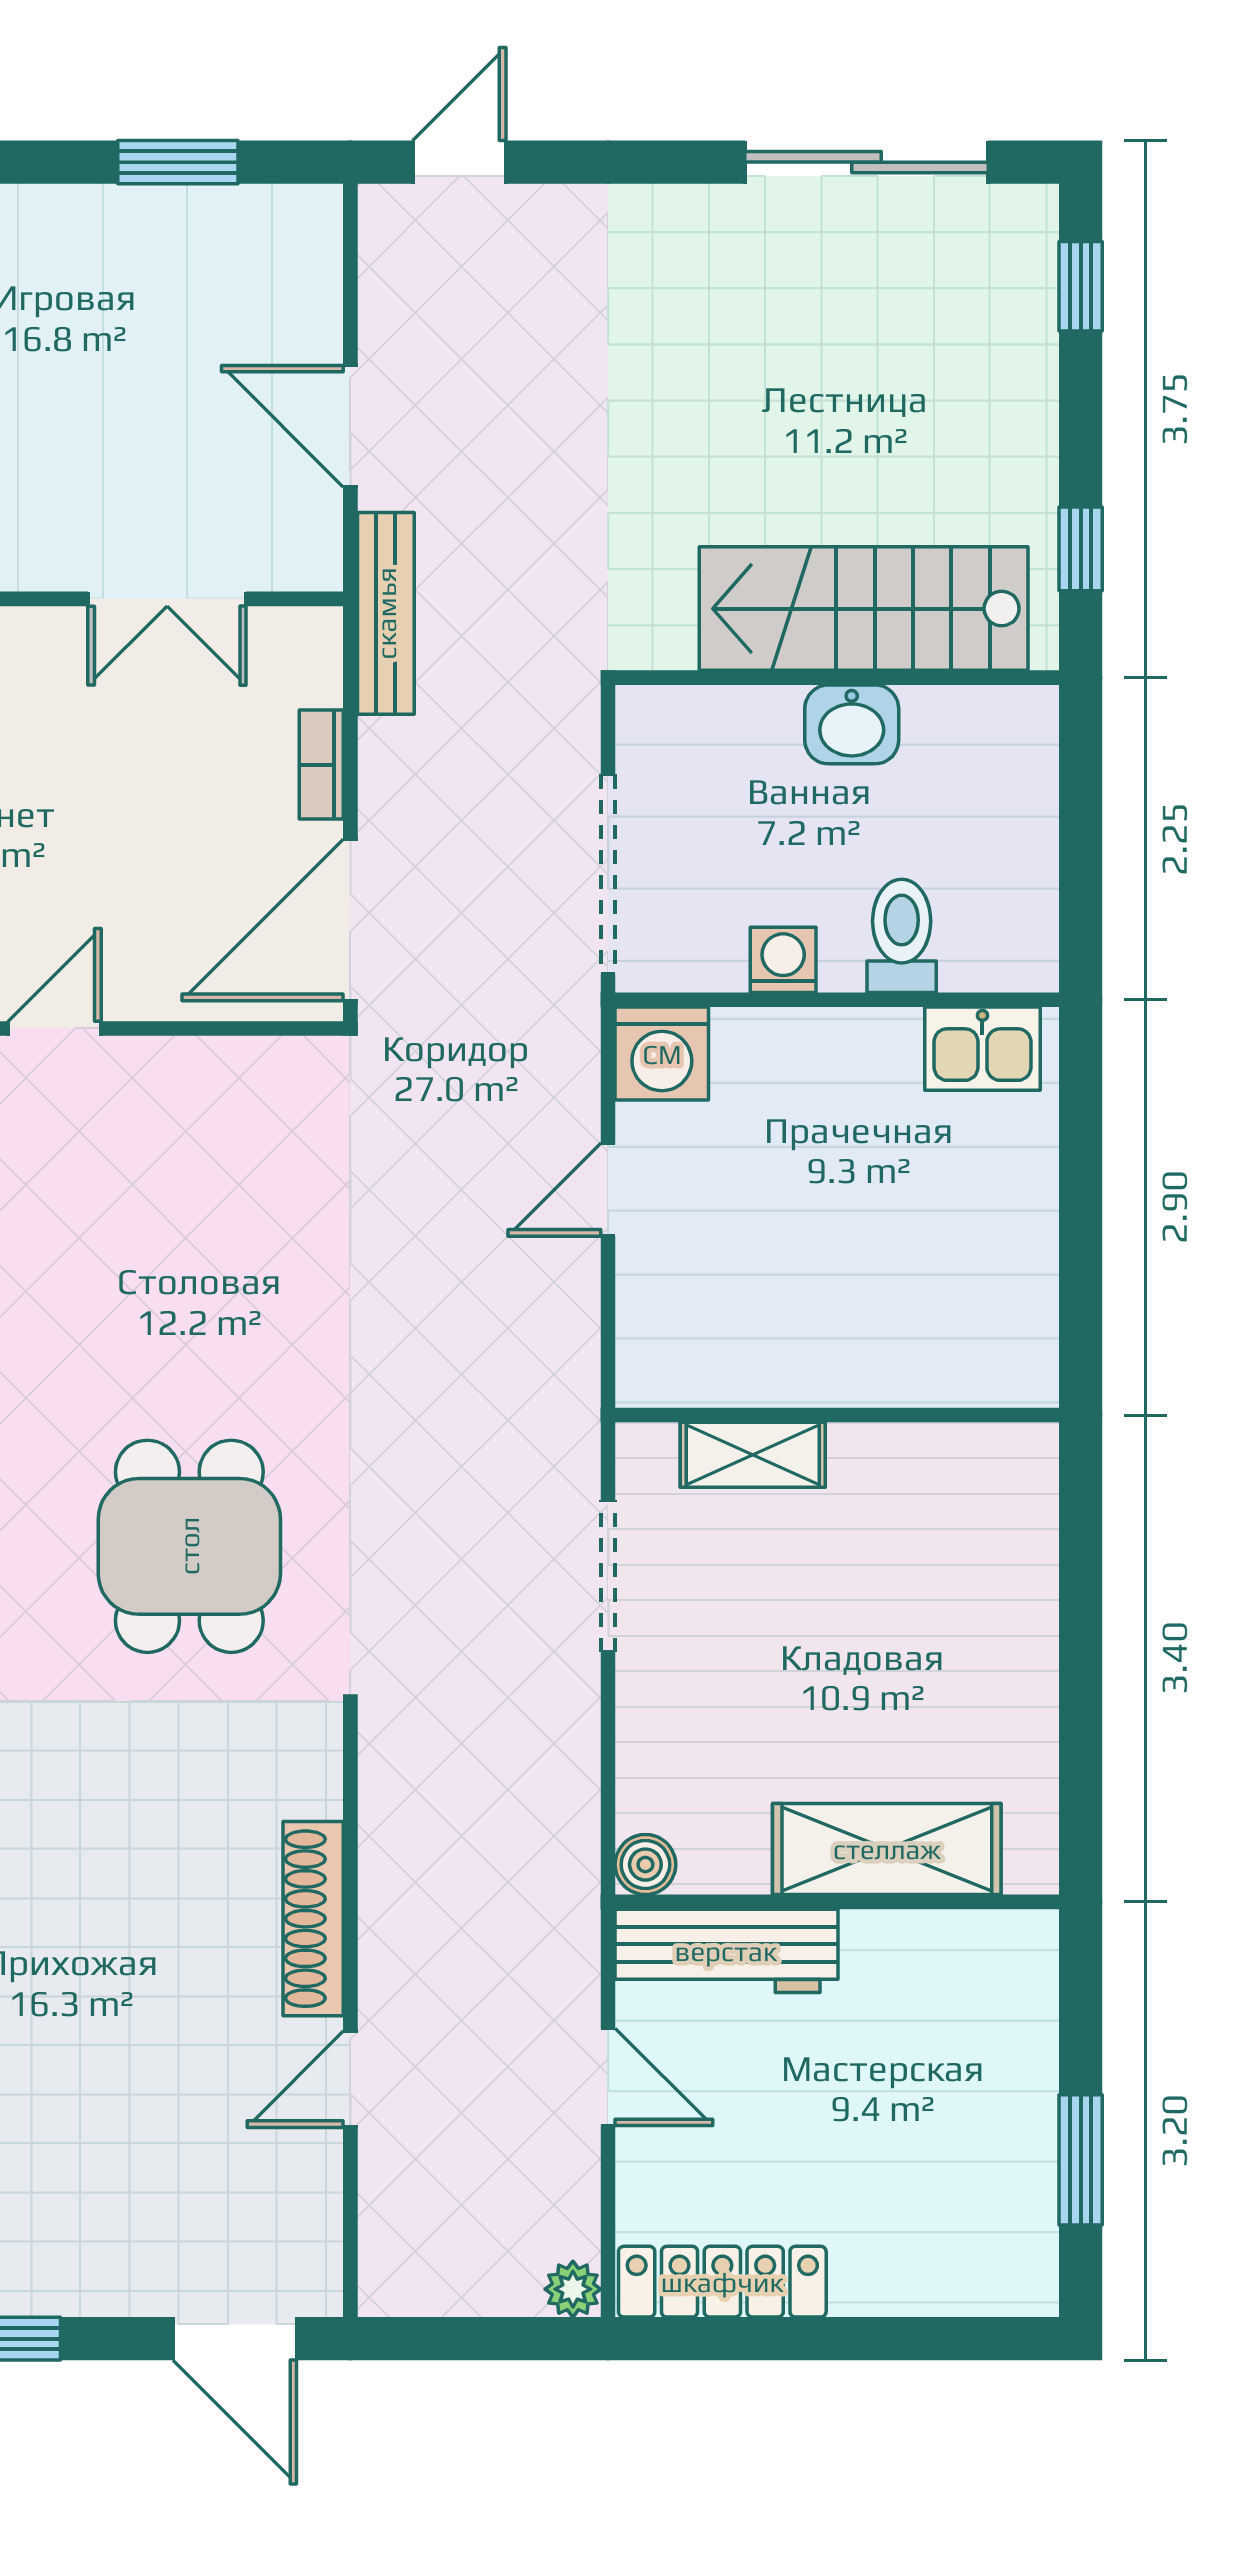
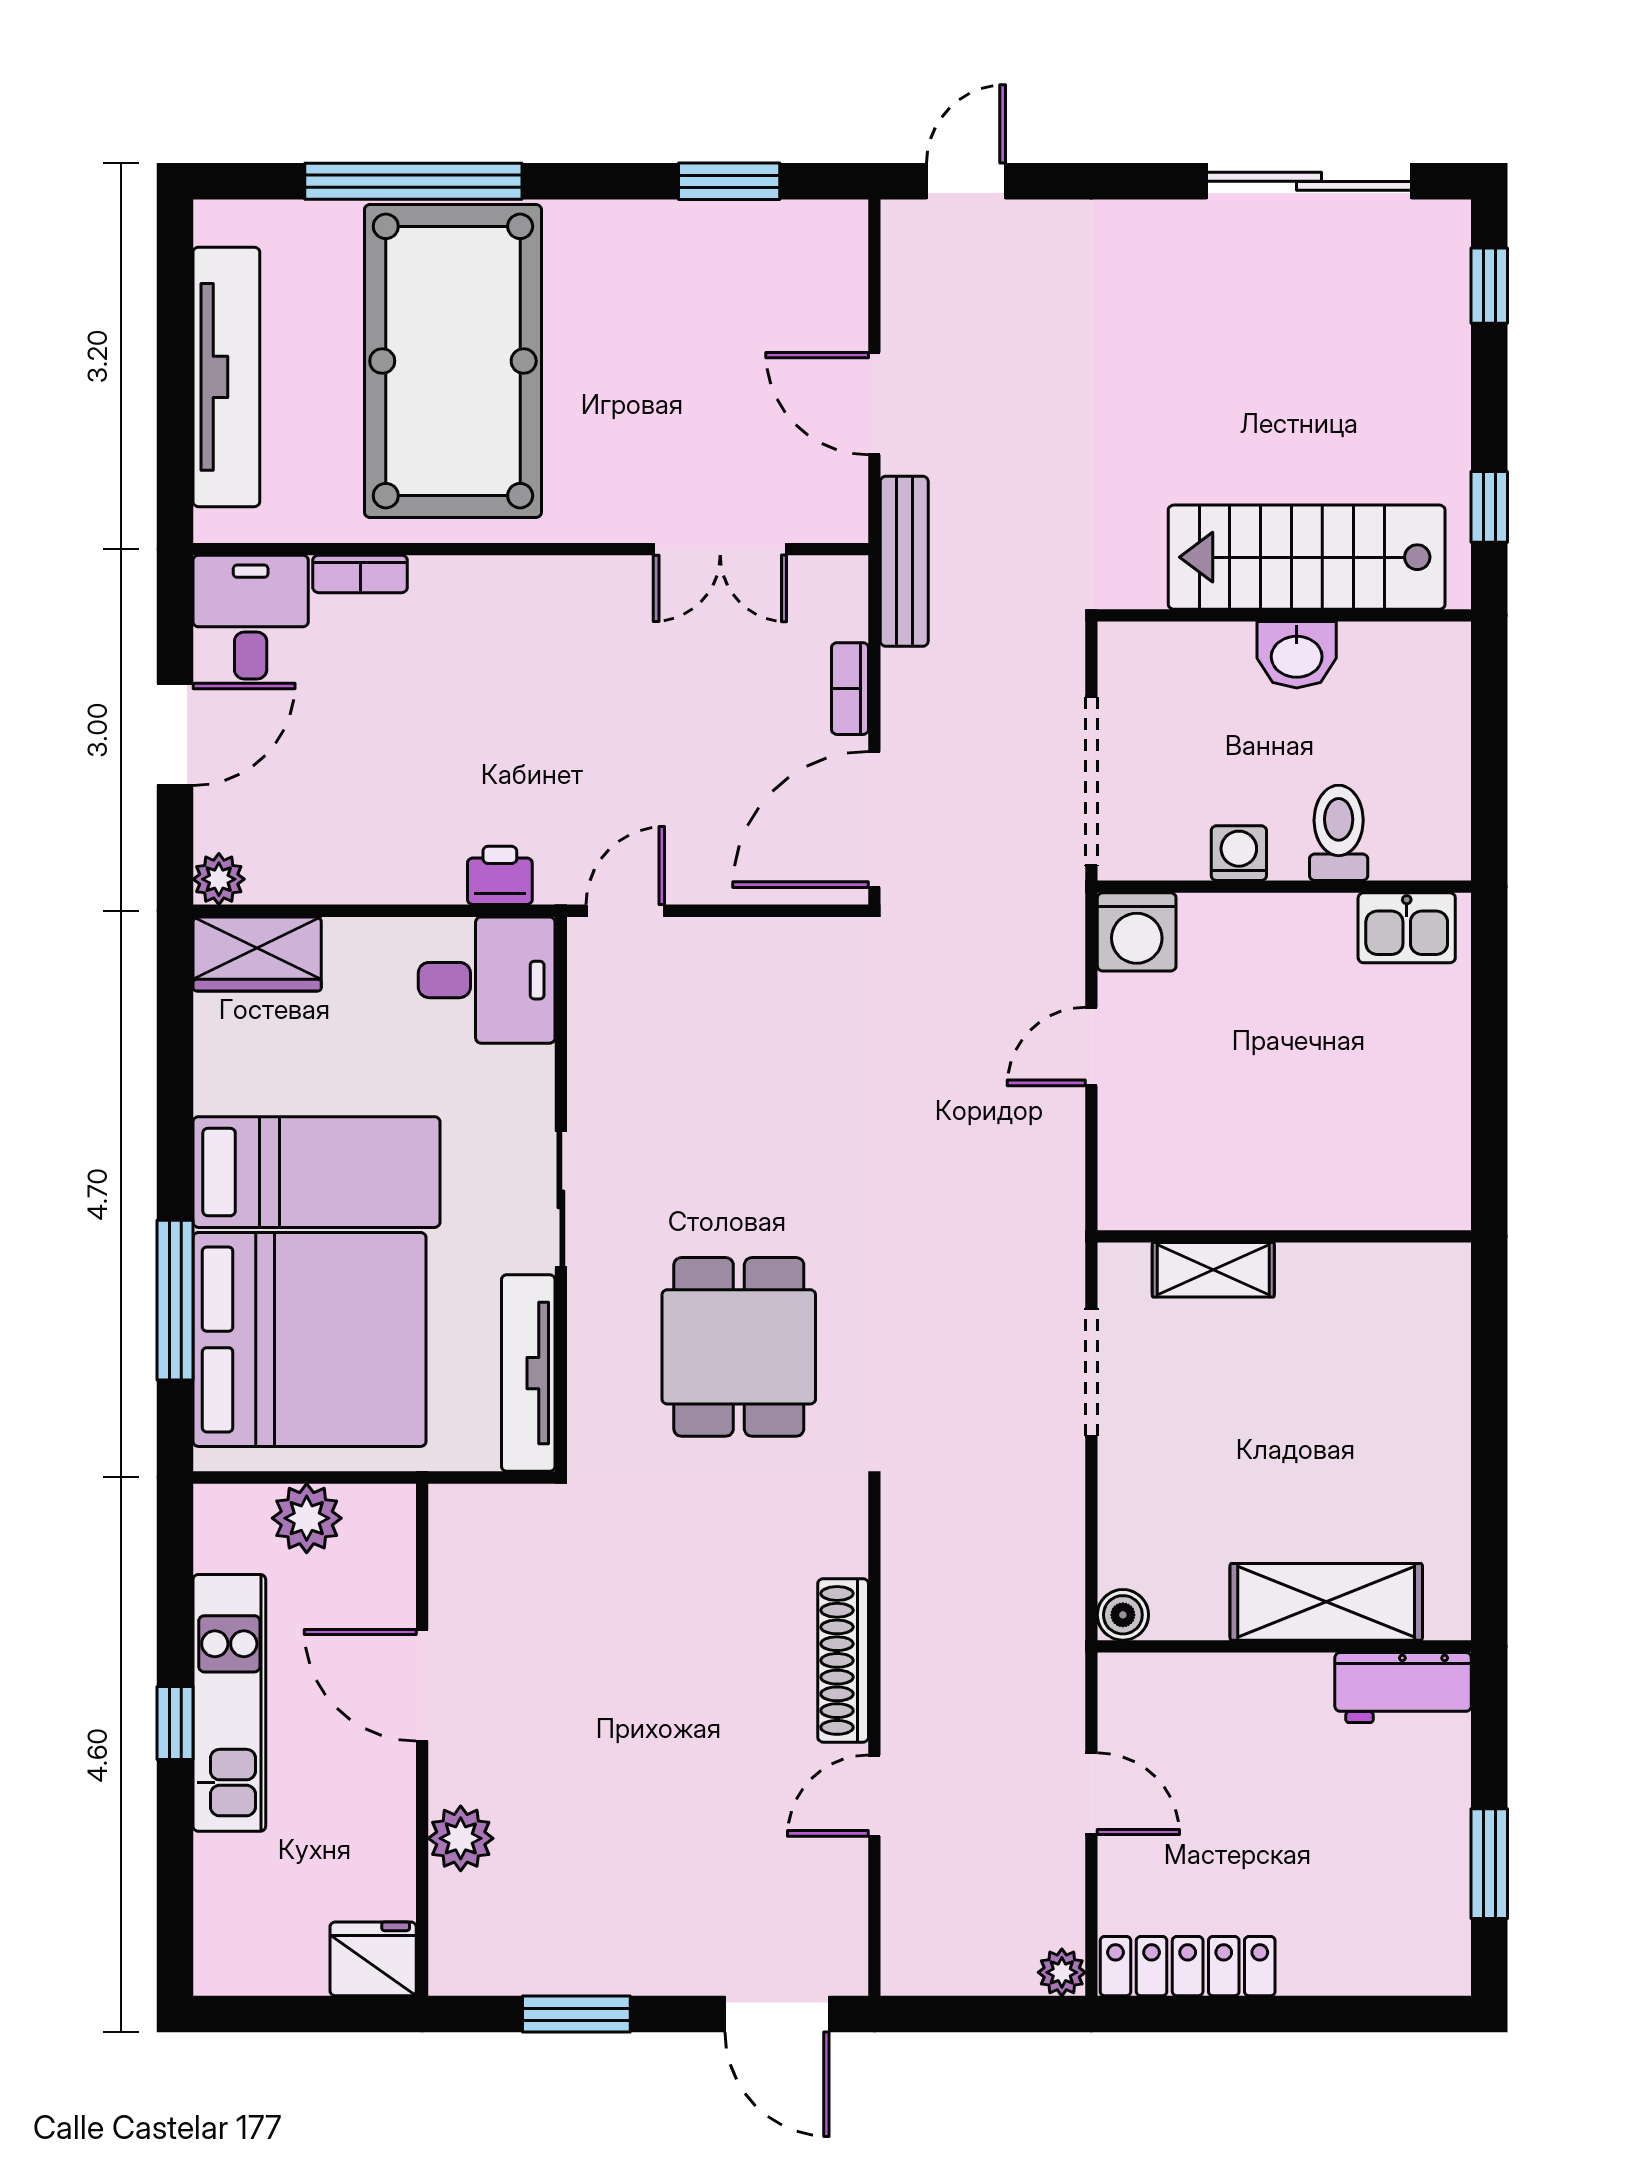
workbench: (726, 1951) -> (1403, 1688), moved, width x0.73

